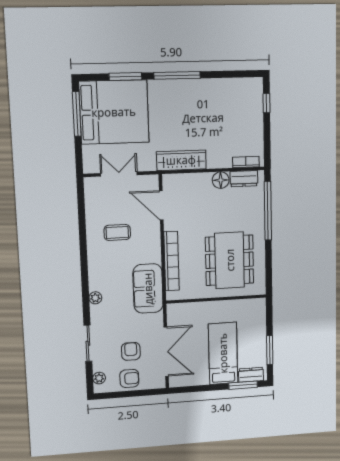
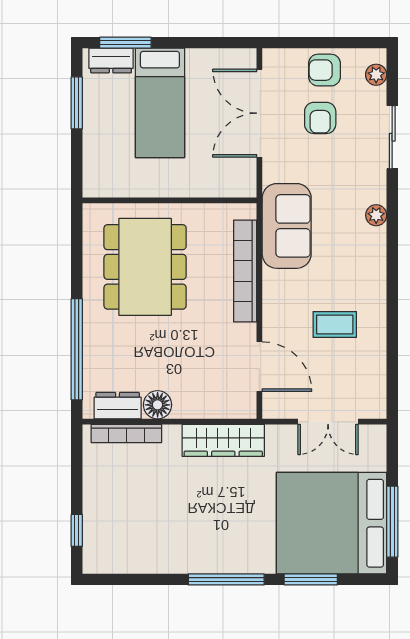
bookcase: (246, 162) -> (126, 434), width x1.56

